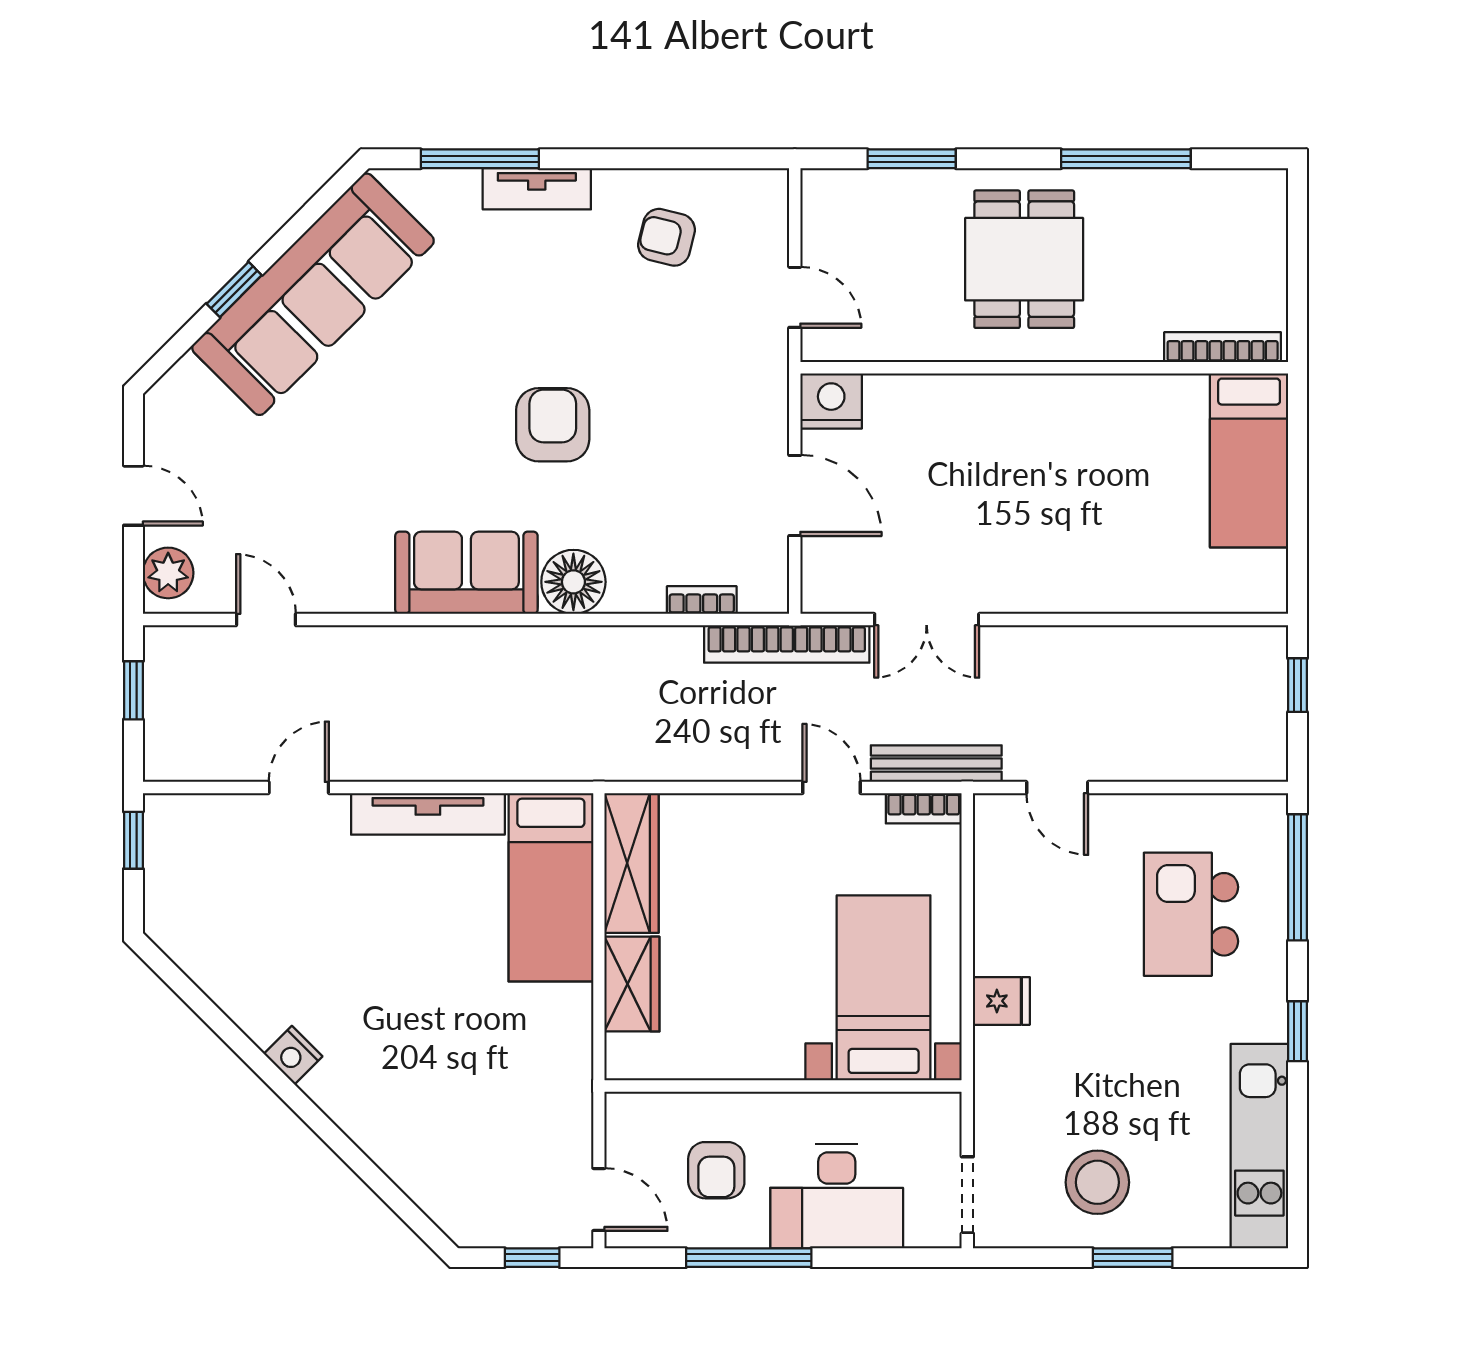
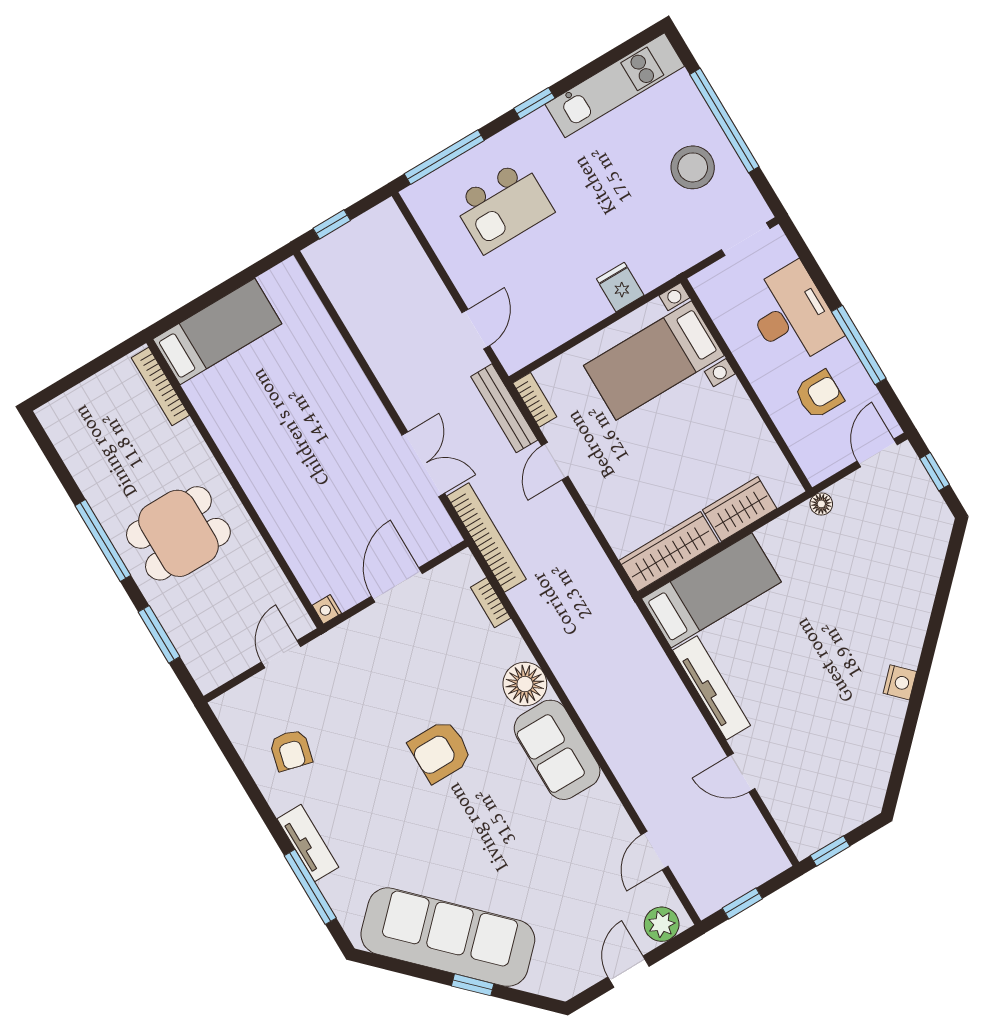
window: (1126, 159) -> (103, 540), moved
nightstand: (831, 401) -> (327, 609), width x0.53, depth x0.56
floor lamp: (577, 1091) -> (821, 504), added
window: (1133, 1258) -> (724, 120), width x2.11

